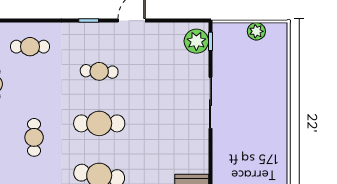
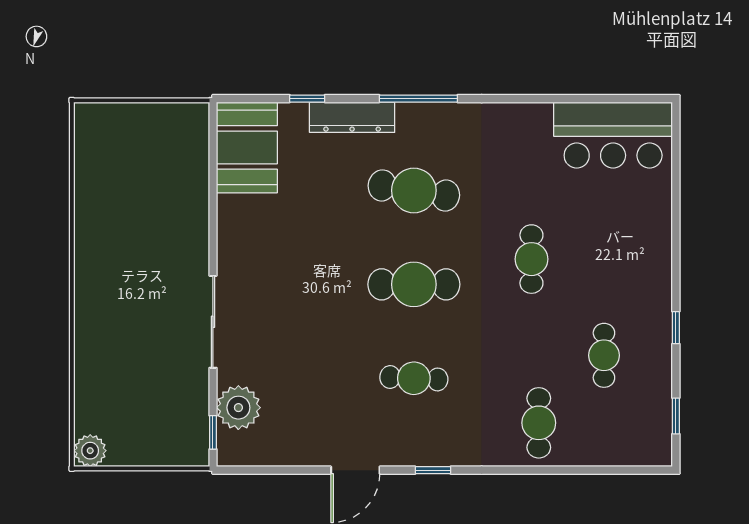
plant: (256, 31) -> (90, 451), moved
plant: (196, 41) -> (238, 408), moved
cafe table: (30, 47) -> (539, 423), turned 90

